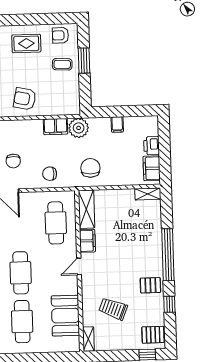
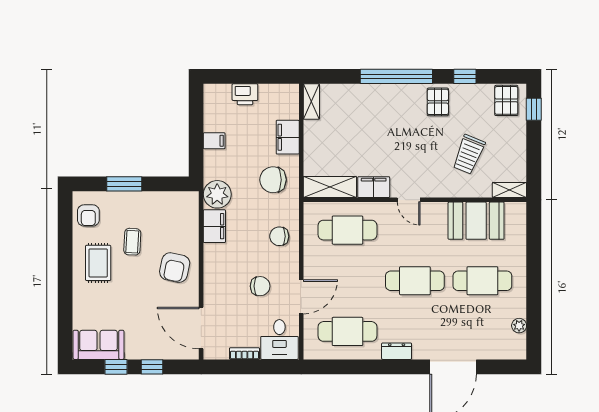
coffee table: (62, 64) -> (132, 242), moved
filing cabinet: (152, 168) -> (288, 137), moved, turned 90
chair: (50, 174) -> (279, 236), turned 90

